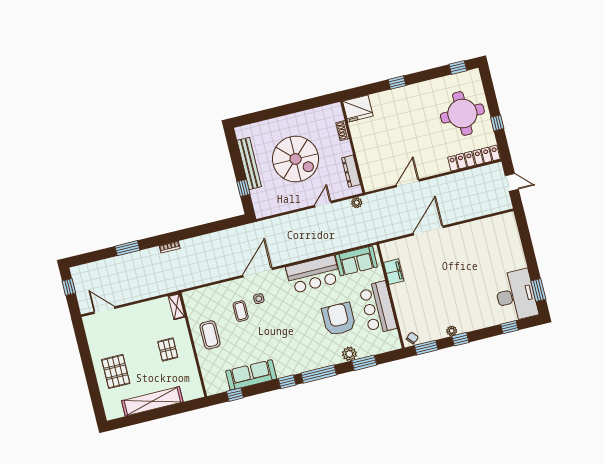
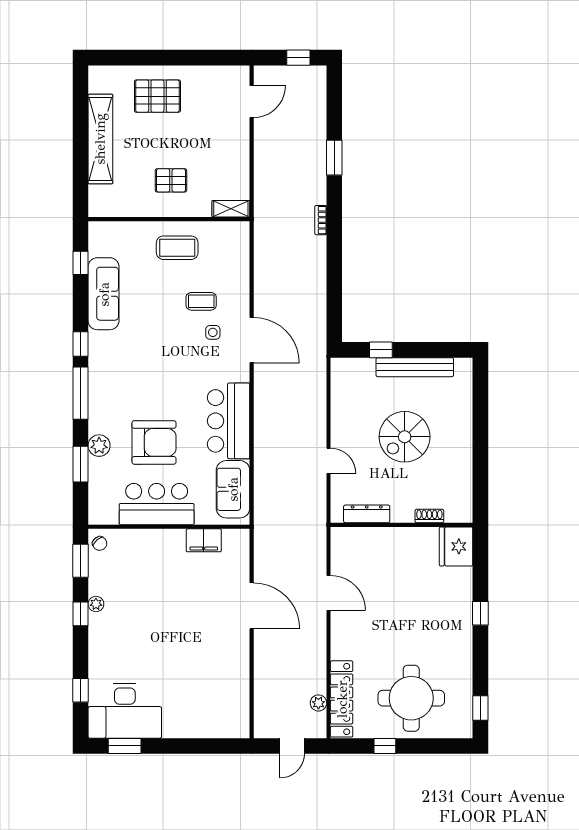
spiral stairs: (296, 159) -> (405, 437), width x0.73, depth x0.73
plant: (357, 203) -> (318, 703), moved

